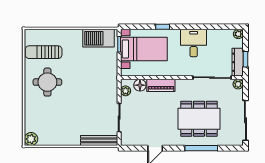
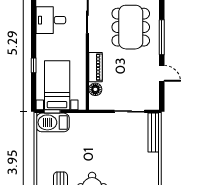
barbecue: (99, 38) -> (53, 122), moved, turned 90
desk: (194, 43) -> (51, 20), moved
plant: (126, 91) -> (101, 105), removed
window: (201, 148) -> (162, 37), moved

